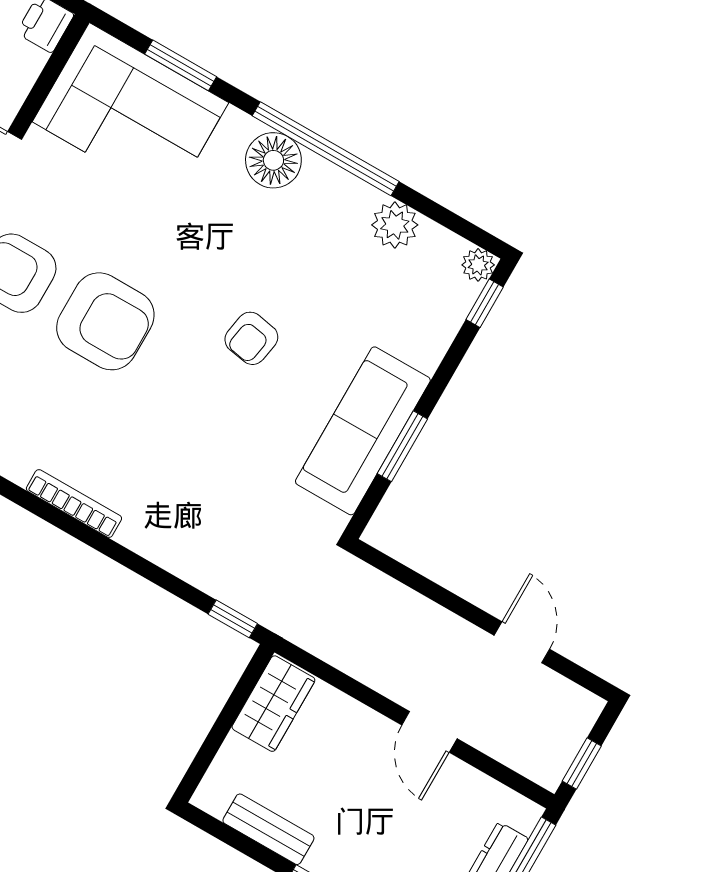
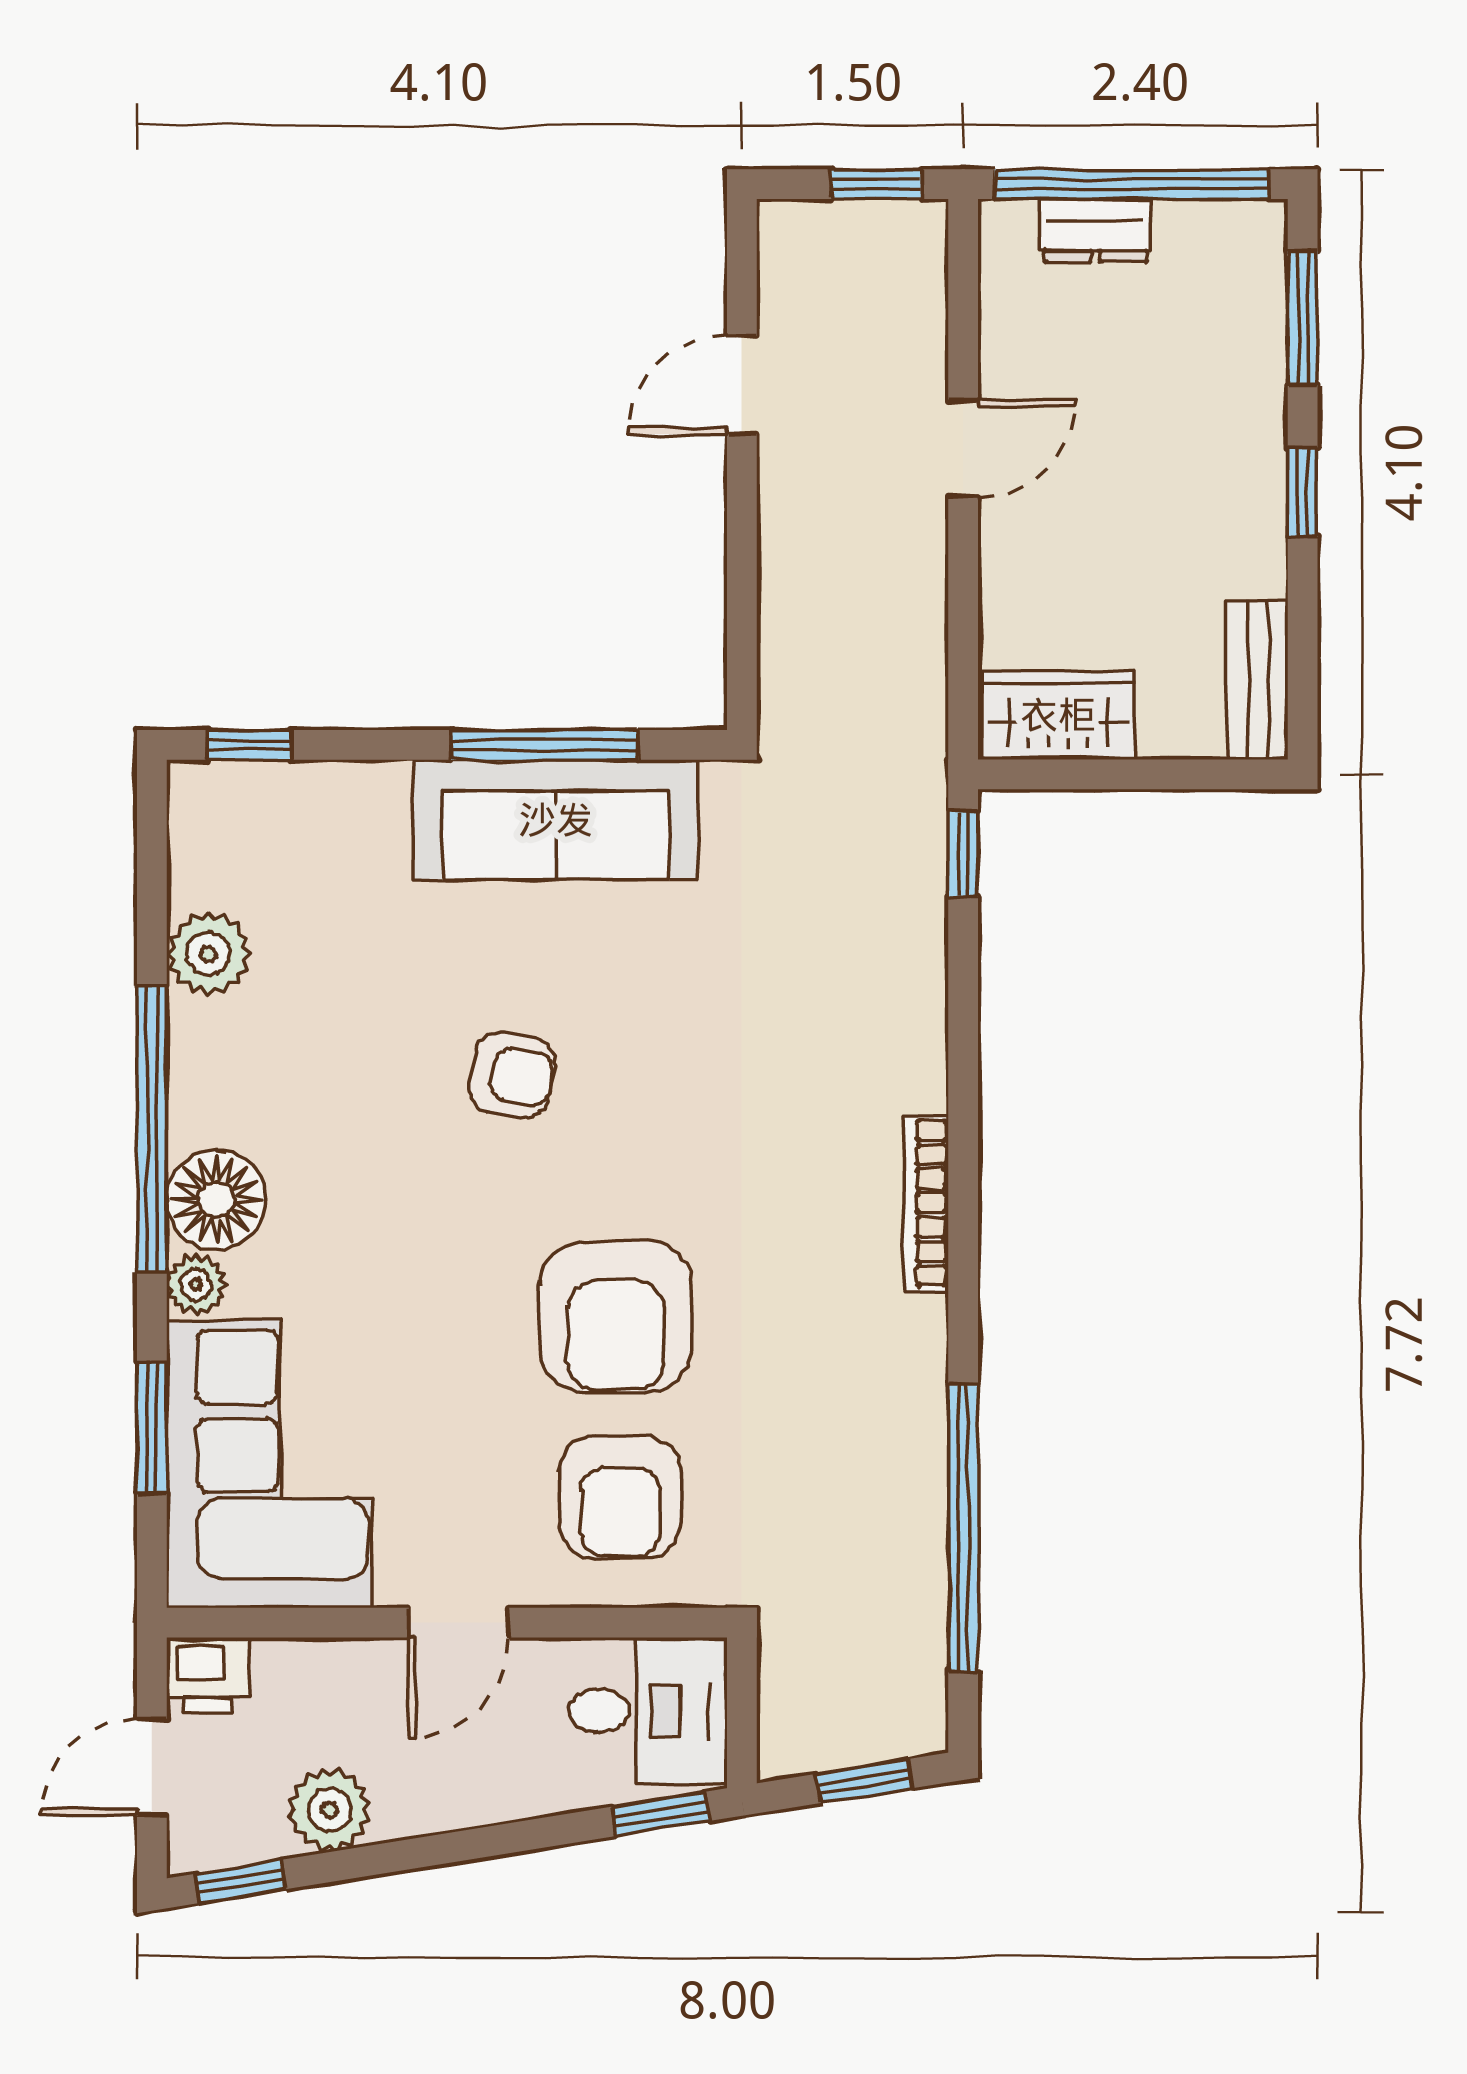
plant: (478, 265) -> (196, 1285), moved
armchair: (105, 321) -> (616, 1317), turned 180
window: (402, 446) -> (545, 745), width x1.44
bench: (268, 829) -> (1258, 680), moved

